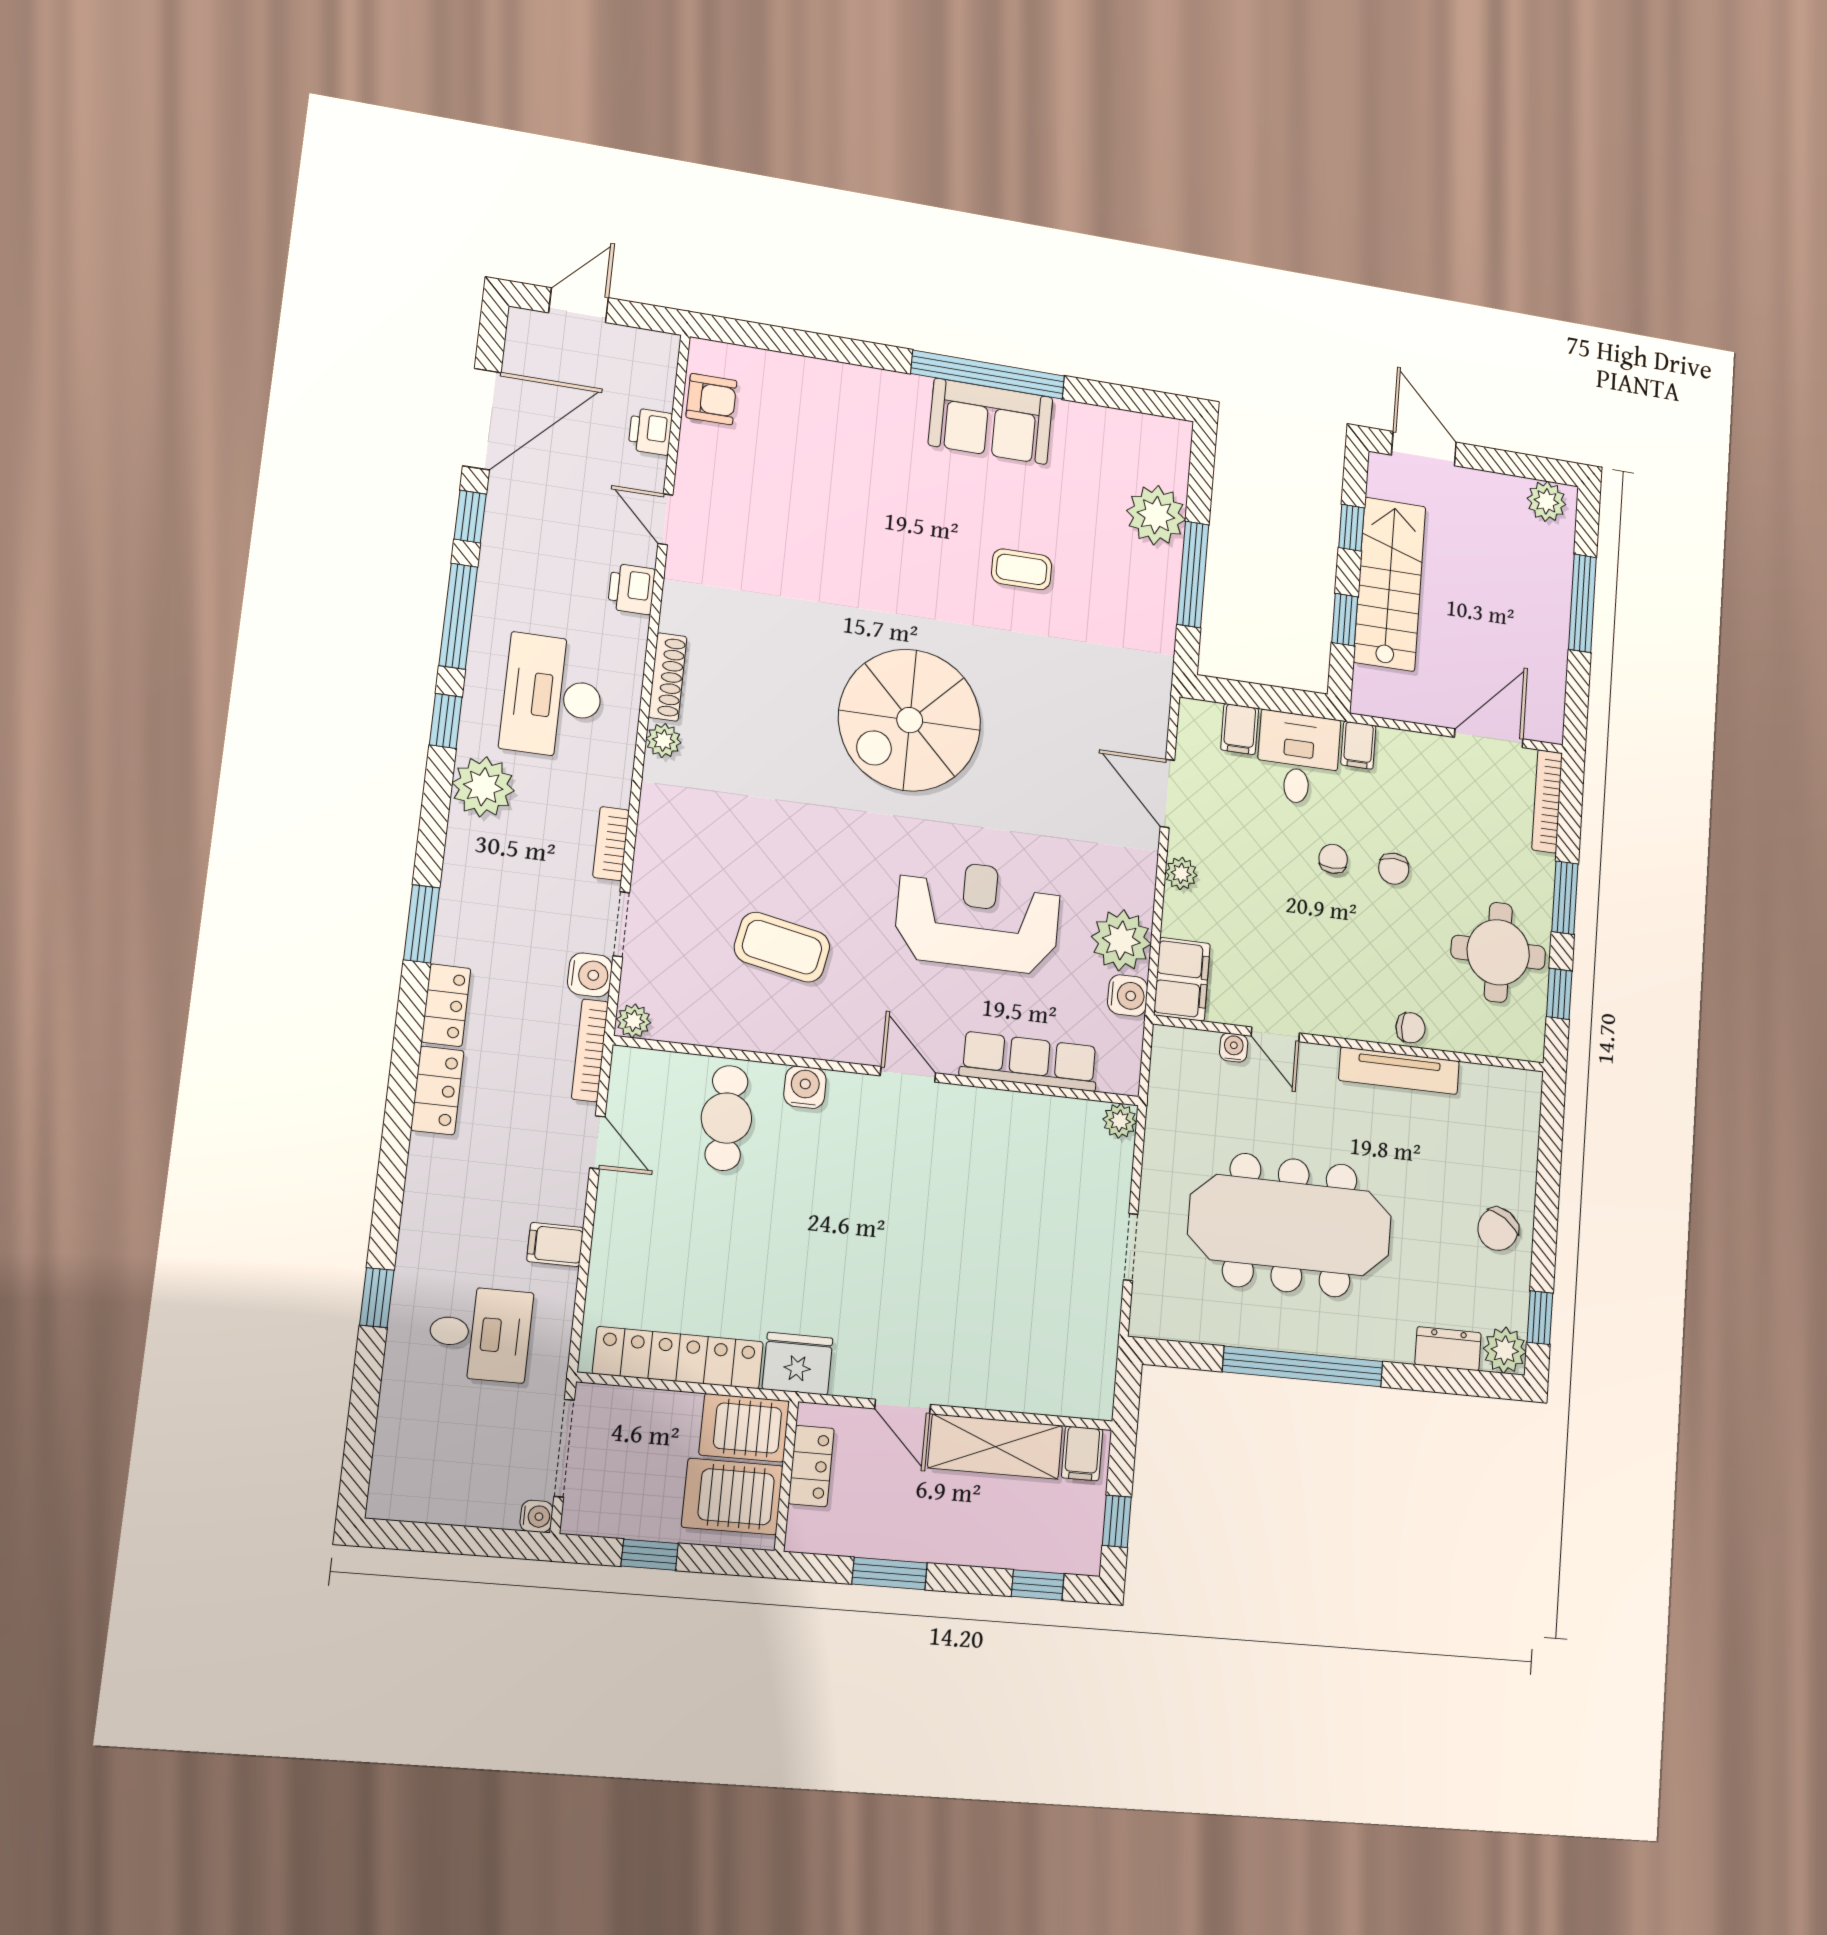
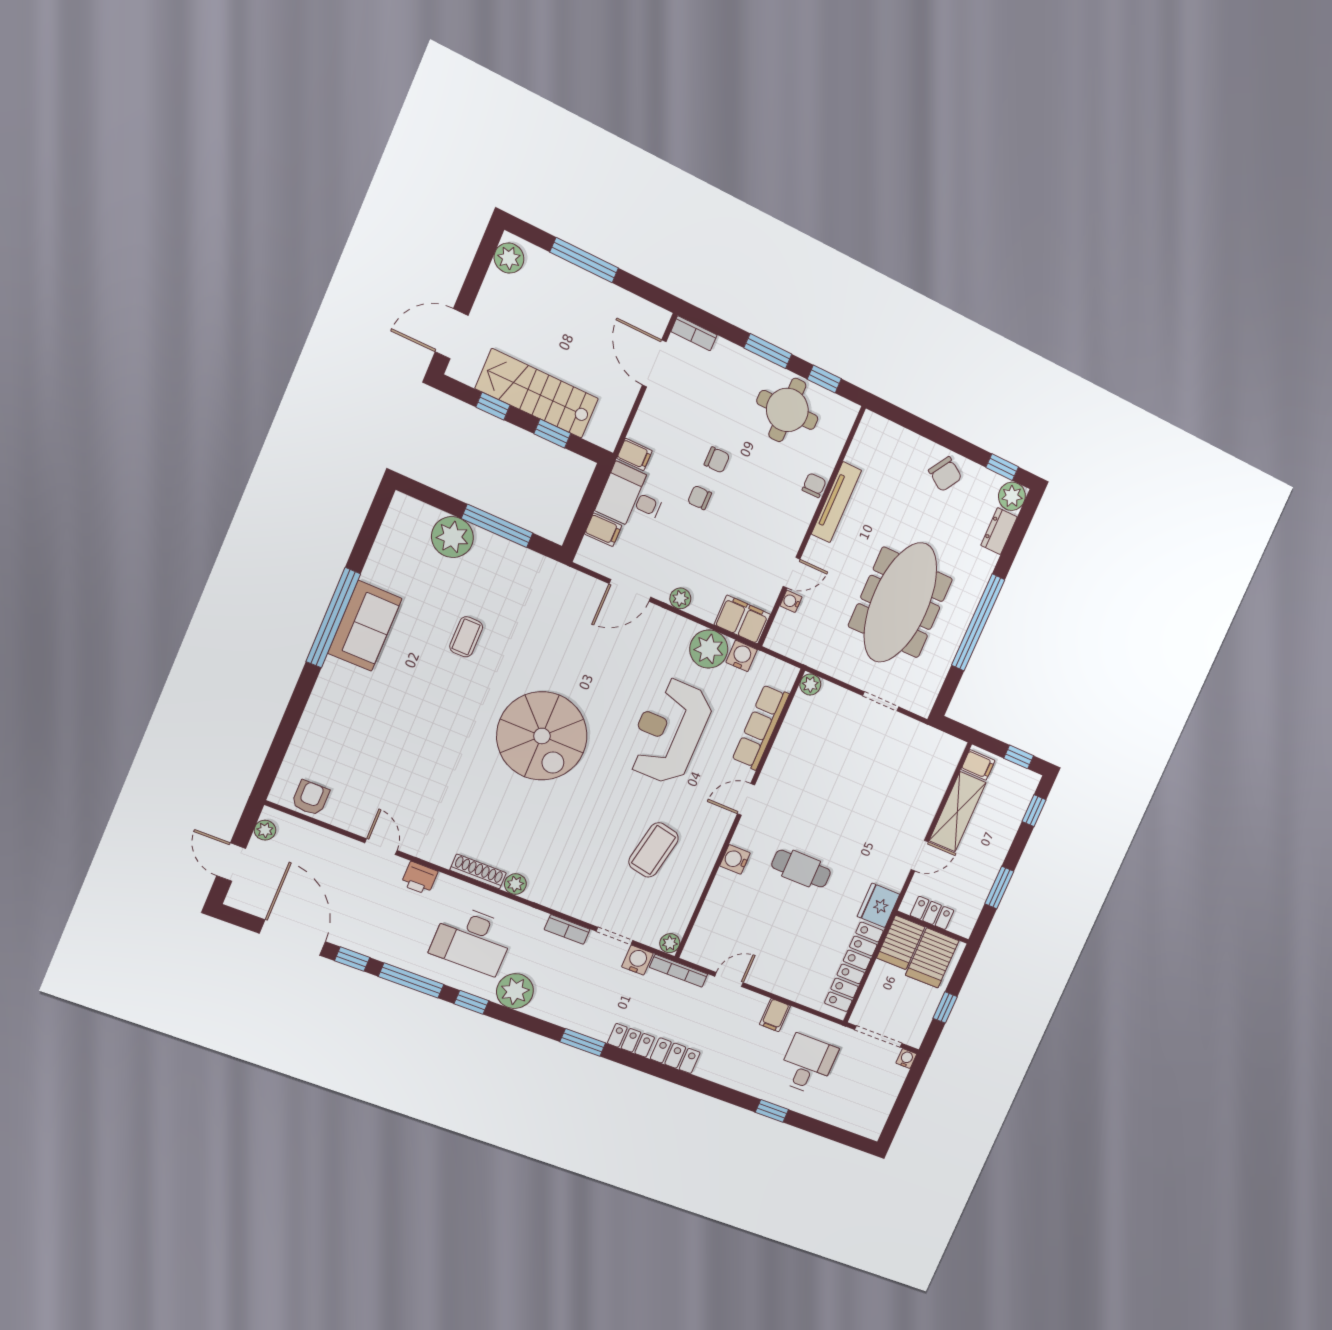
plant: (643, 344) -> (265, 830), added
printer: (650, 432) -> (323, 841), removed
door: (665, 519) -> (381, 847), swing flipped
bookcase: (1547, 801) -> (694, 333), width x0.64
cafe table: (726, 1118) -> (801, 869), moved

